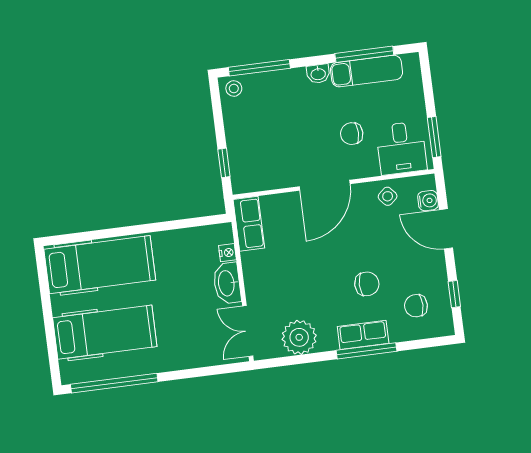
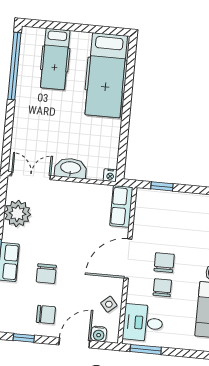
chair: (319, 138) -> (164, 263), added
door: (325, 185) -> (128, 259), hinge flipped
row of seats: (249, 224) -> (121, 206), moved, turned 90
nightstand: (227, 253) -> (110, 175), moved
chair: (416, 306) -> (46, 315), moved, turned 90
hospital bed: (105, 332) -> (55, 59), width x0.73, depth x0.78

